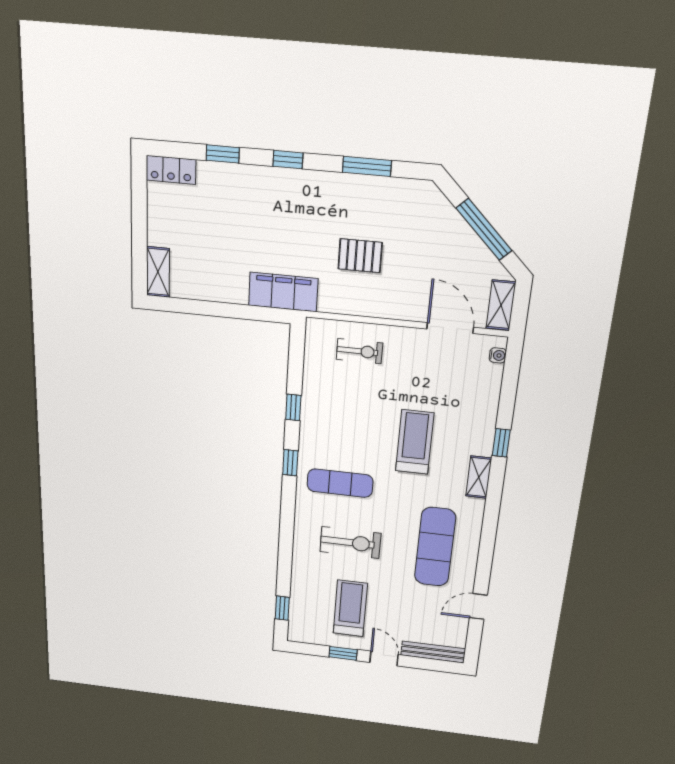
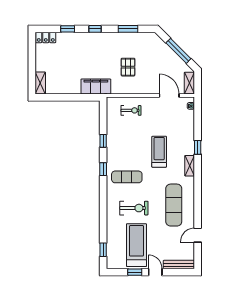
pallet: (360, 256) -> (128, 67), turned 90
treadmill: (350, 608) -> (136, 245), width x1.37, depth x1.38

